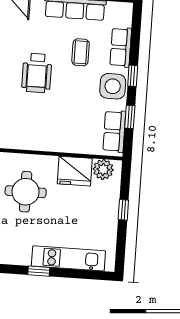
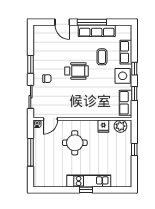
wheelchair: (37, 73) -> (77, 71), turned -90
fridge: (75, 171) -> (103, 126), width x0.53, depth x0.75
kitchen unit: (68, 258) -> (89, 181), moved

